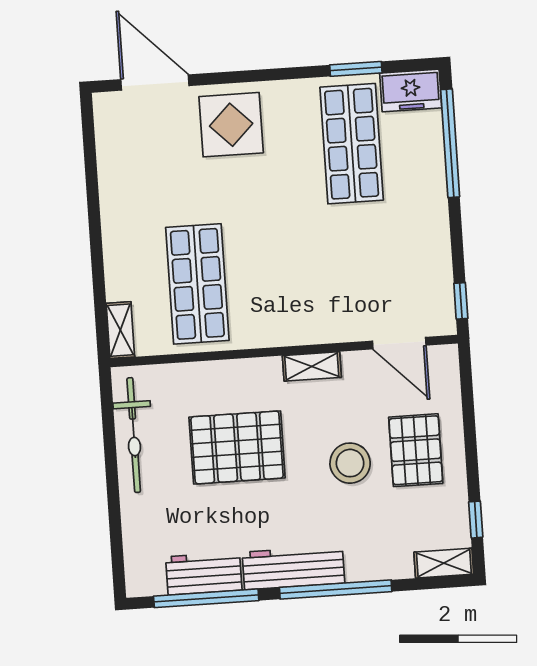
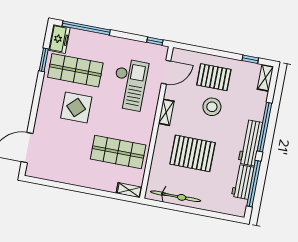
display table: (231, 125) -> (76, 107), moved
checkout: (351, 270) -> (129, 85), added
pallet: (237, 447) -> (193, 153), turned 90

